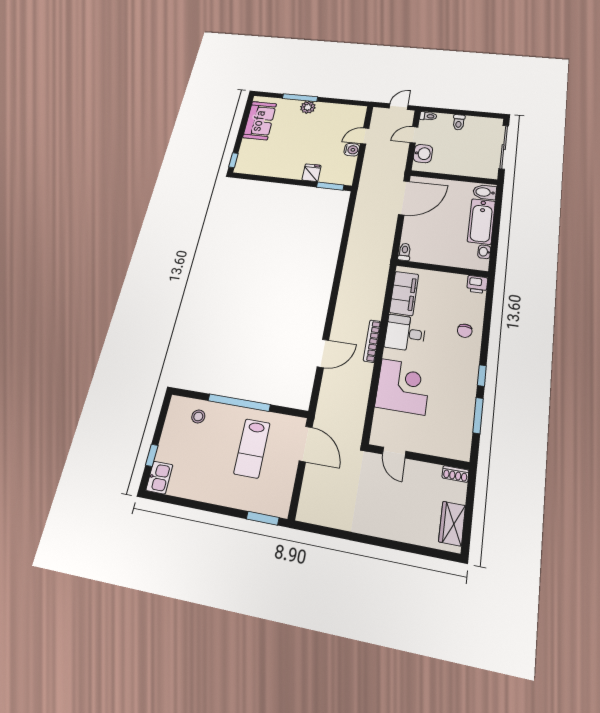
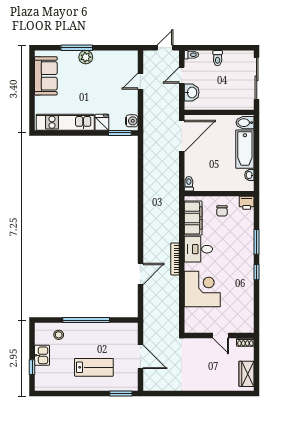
water cooler: (352, 150) -> (132, 121), moved
window: (233, 160) -> (32, 119), removed
kitchen unit: (270, 168) -> (65, 122), added
chair: (465, 331) -> (222, 211), moved
window: (478, 415) -> (257, 242), moved
door: (306, 444) -> (140, 357), moved
lab bench: (252, 448) -> (94, 367), moved, turned -90
door: (394, 453) -> (221, 336), moved
kitchen sink: (159, 478) -> (42, 355), moved

